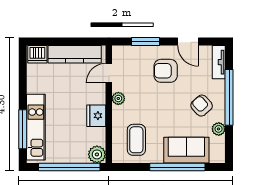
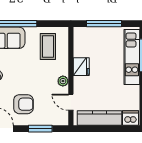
door: (109, 73) -> (71, 102), swing flipped
plant: (97, 154) -> (81, 34), removed
window: (69, 167) -> (104, 24), width x0.68

